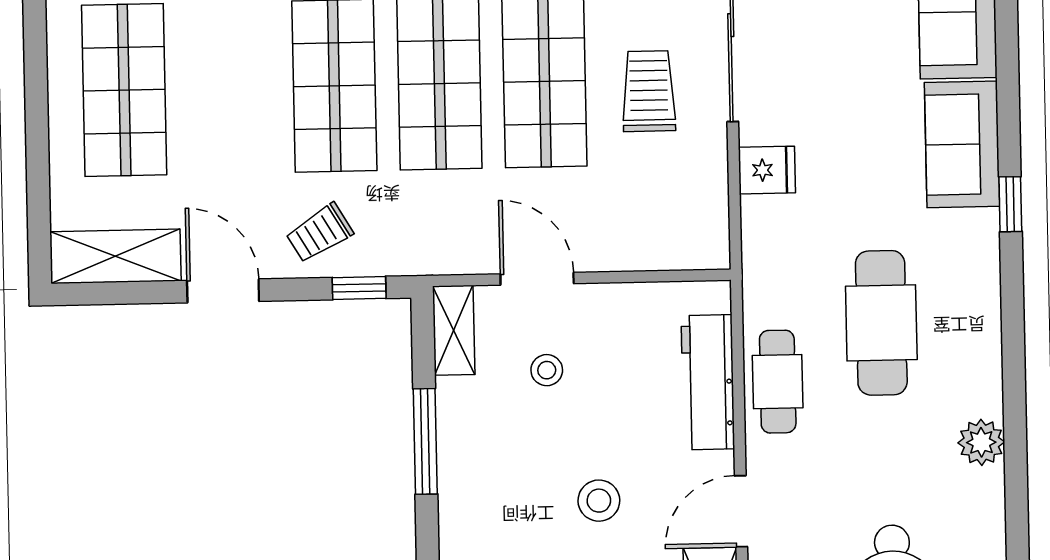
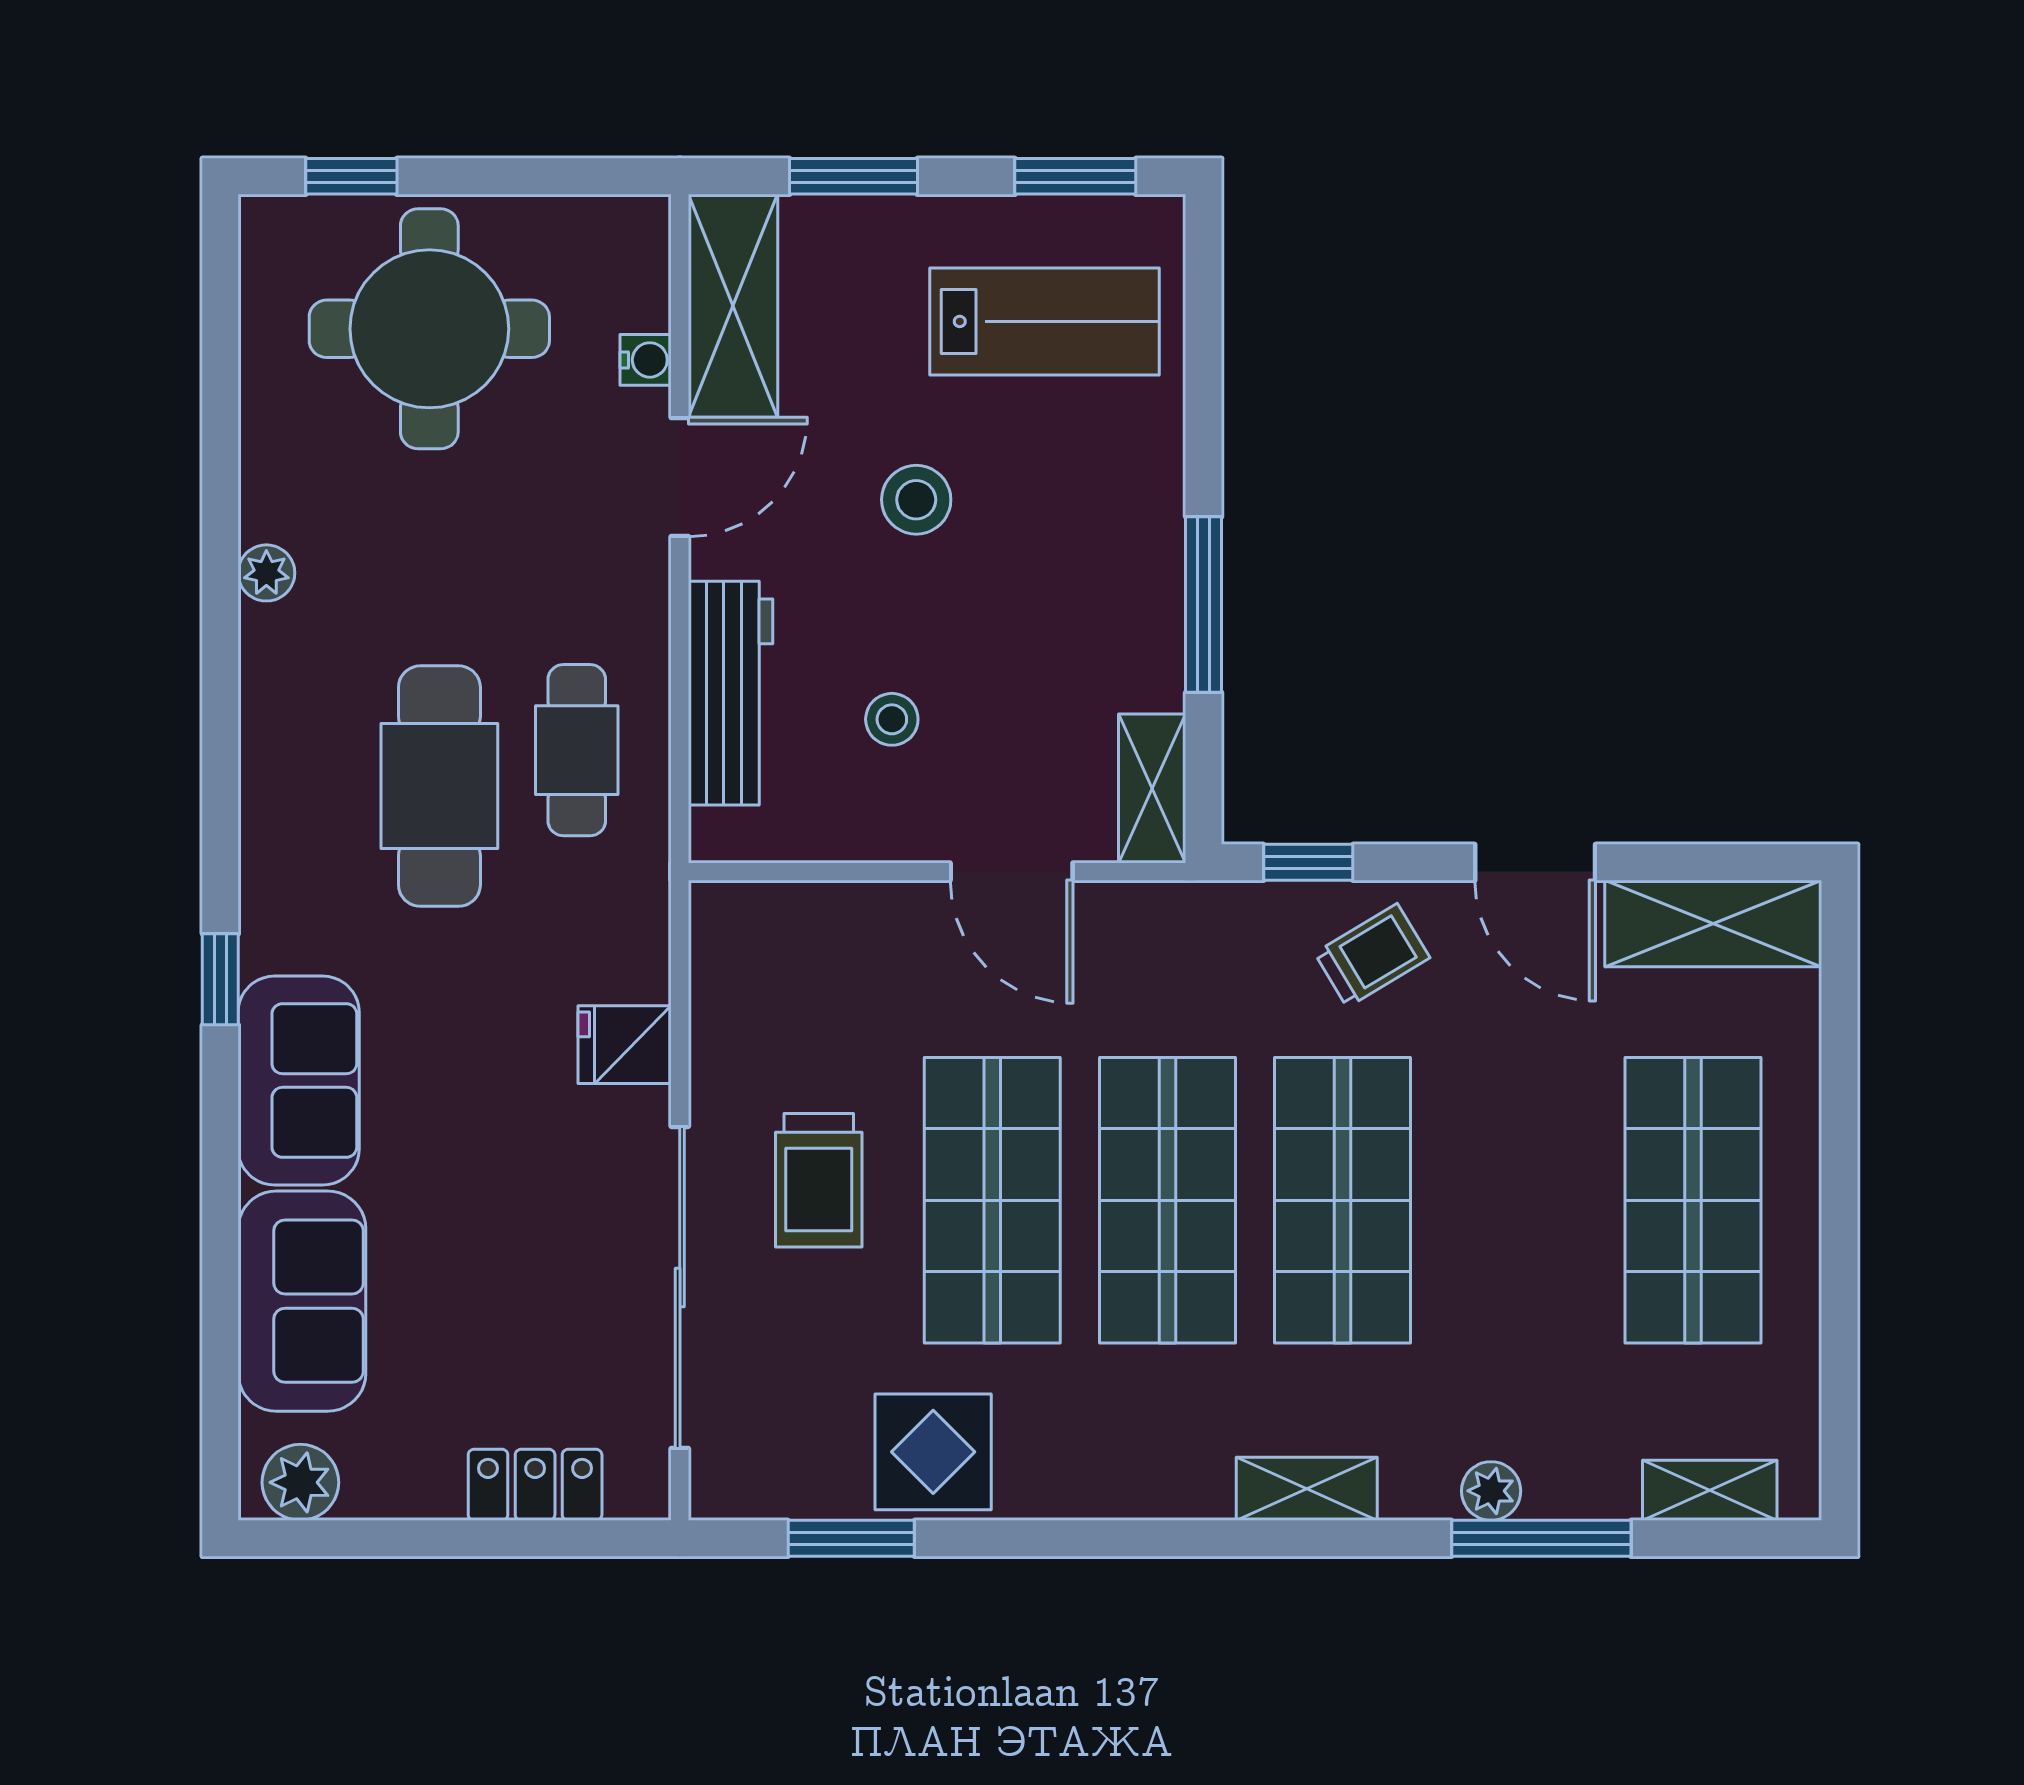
stool: (547, 370) -> (892, 719), moved
cafe table: (778, 382) -> (577, 750), moved
plant: (981, 442) -> (266, 573), width x0.73, depth x0.73

